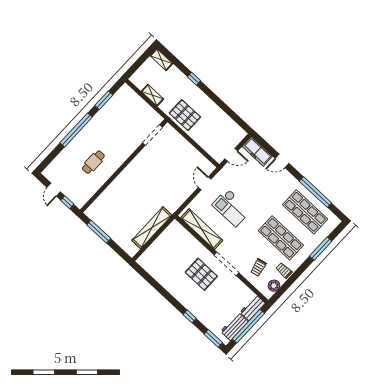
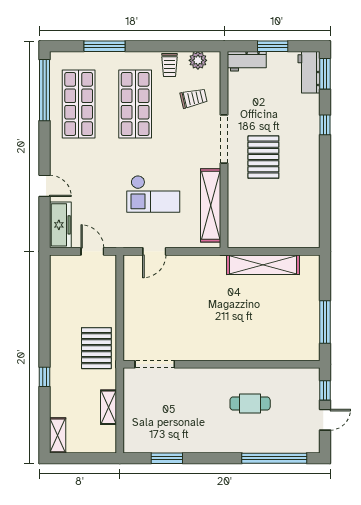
window: (76, 130) -> (274, 458), moved
window: (315, 192) -> (44, 90), moved
checkout: (232, 208) -> (153, 194), turned 90
window: (248, 326) -> (273, 46), width x0.47
workbench: (234, 327) -> (309, 72), moved, turned 90

